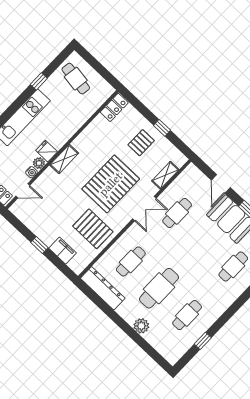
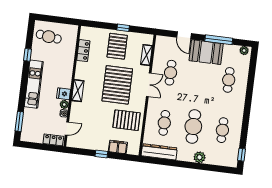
locker: (114, 107) -> (83, 51), moved
pallet: (141, 143) -> (117, 46), width x1.50, depth x1.42
window: (203, 341) -> (242, 155), moved

